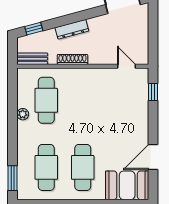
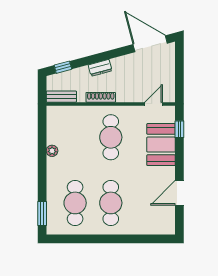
dresser: (72, 29) -> (100, 68), width x0.70
door: (126, 66) -> (153, 104), hinge flipped
cafe table: (46, 100) -> (111, 137), moved
booth: (127, 185) -> (161, 145), moved, turned 90

